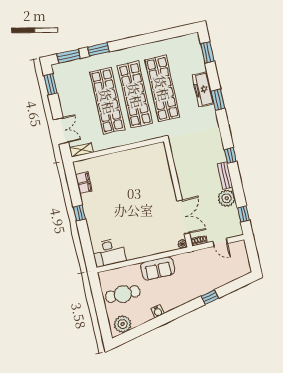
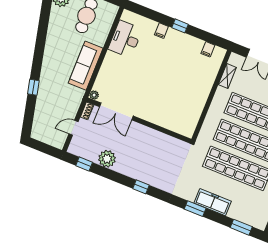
shelving: (81, 150) -> (227, 76), moved
bench: (225, 175) -> (127, 171), removed
filing cabinet: (85, 188) -> (161, 31), moved
desk: (109, 252) -> (125, 39), moved
sofa: (158, 268) -> (86, 66), width x1.36
water cooler: (158, 311) -> (52, 35), removed

